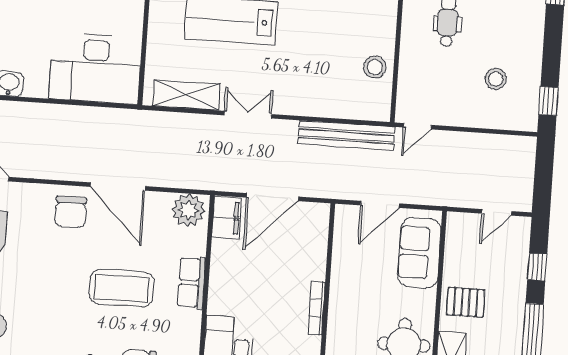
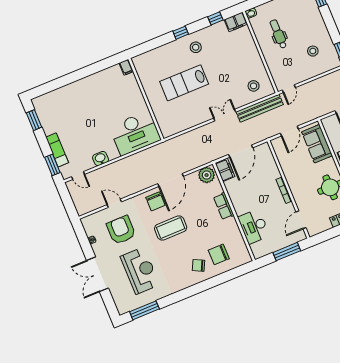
stool: (375, 67) -> (254, 86), moved
shelving: (186, 95) -> (181, 125), removed
double door: (248, 115) -> (225, 115), moved
door: (118, 187) -> (171, 180), hinge flipped
coffee table: (121, 288) -> (171, 228), moved

